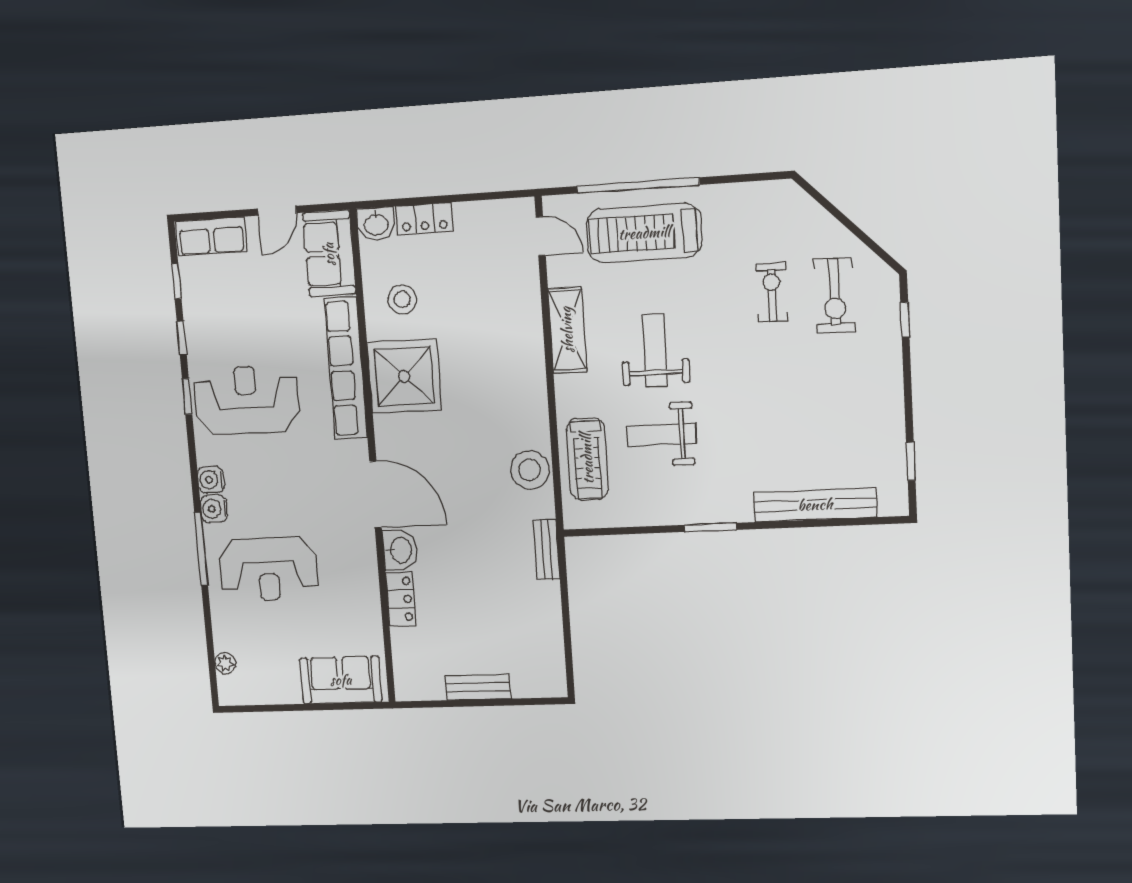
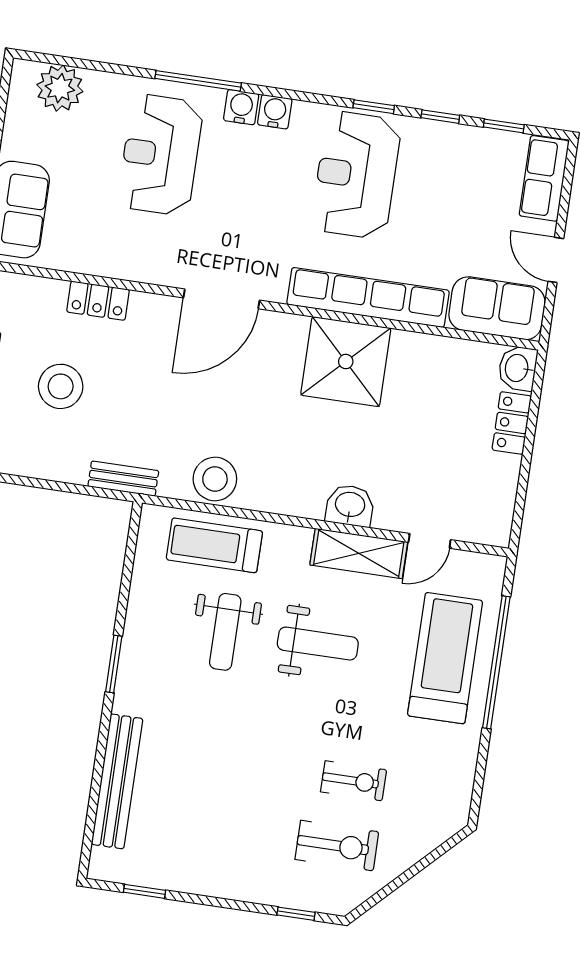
door: (541, 236) -> (430, 541), moved
exercise bike: (834, 295) -> (337, 846), turned 180
stool: (402, 299) -> (61, 386), moved, width x1.38, depth x1.38
reception desk: (246, 400) -> (356, 175), turned 180
weight bench: (661, 435) -> (225, 632), turned 180
washbasin: (400, 550) -> (350, 506), moved, turned 180
plant: (225, 663) -> (60, 88), width x1.88, depth x1.88

